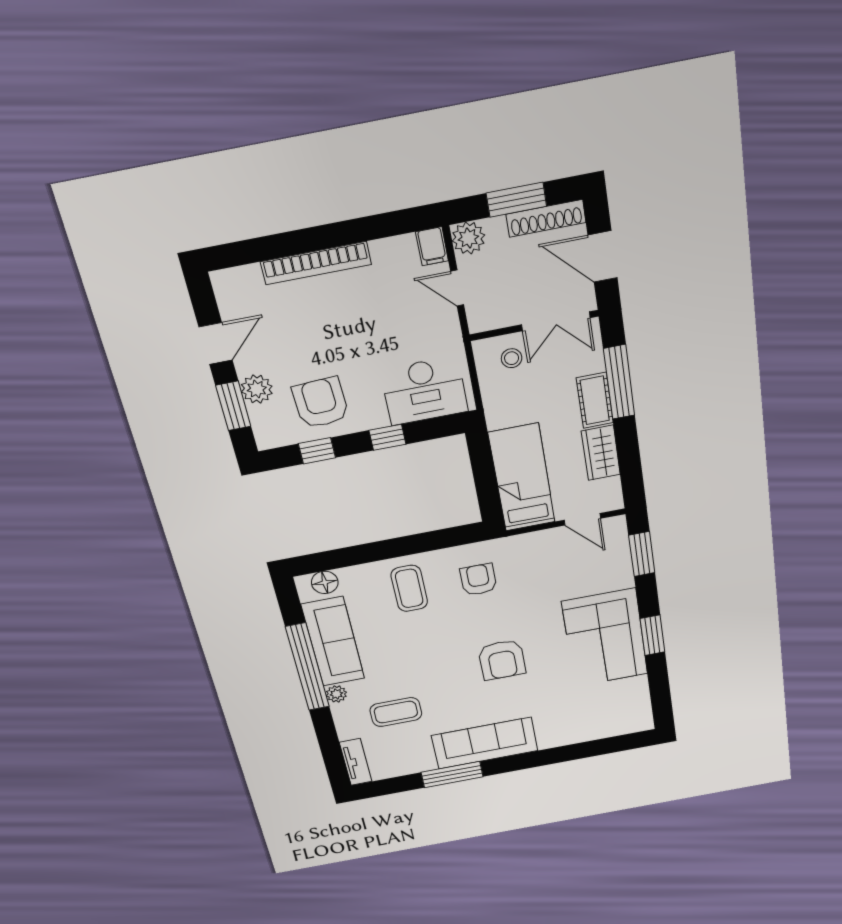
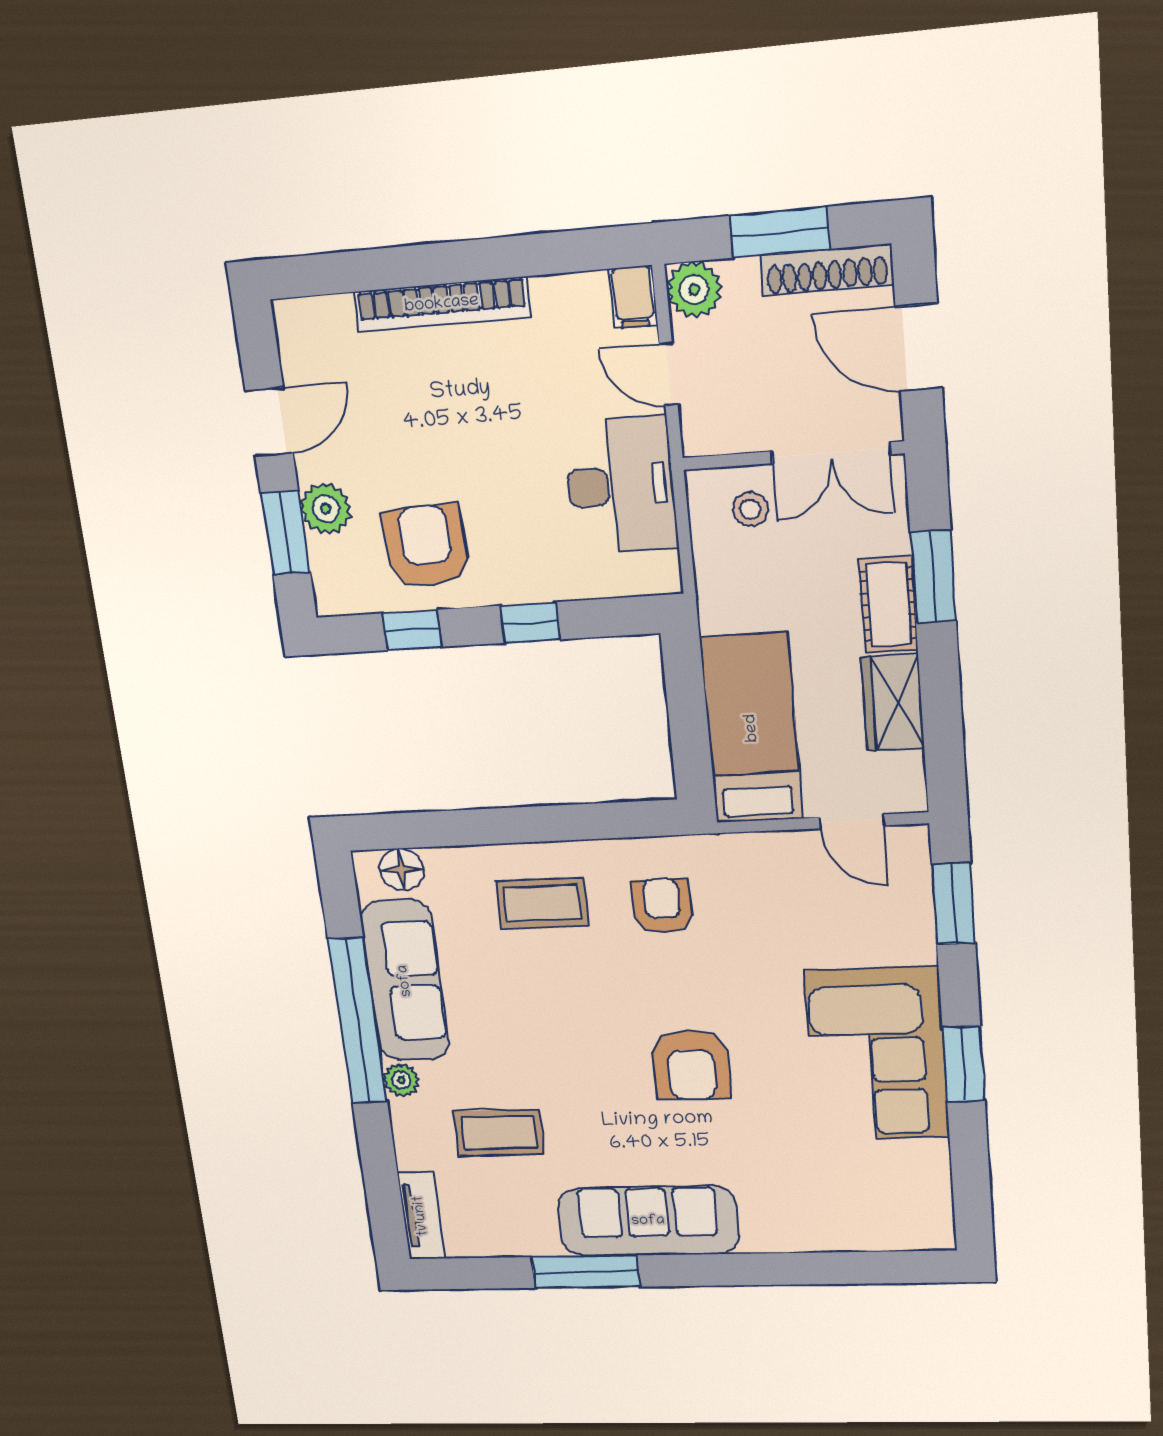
window: (619, 382) -> (933, 577), width x0.69
desk: (424, 391) -> (621, 485), moved, turned -90
coffee table: (409, 588) -> (542, 903), turned 90

